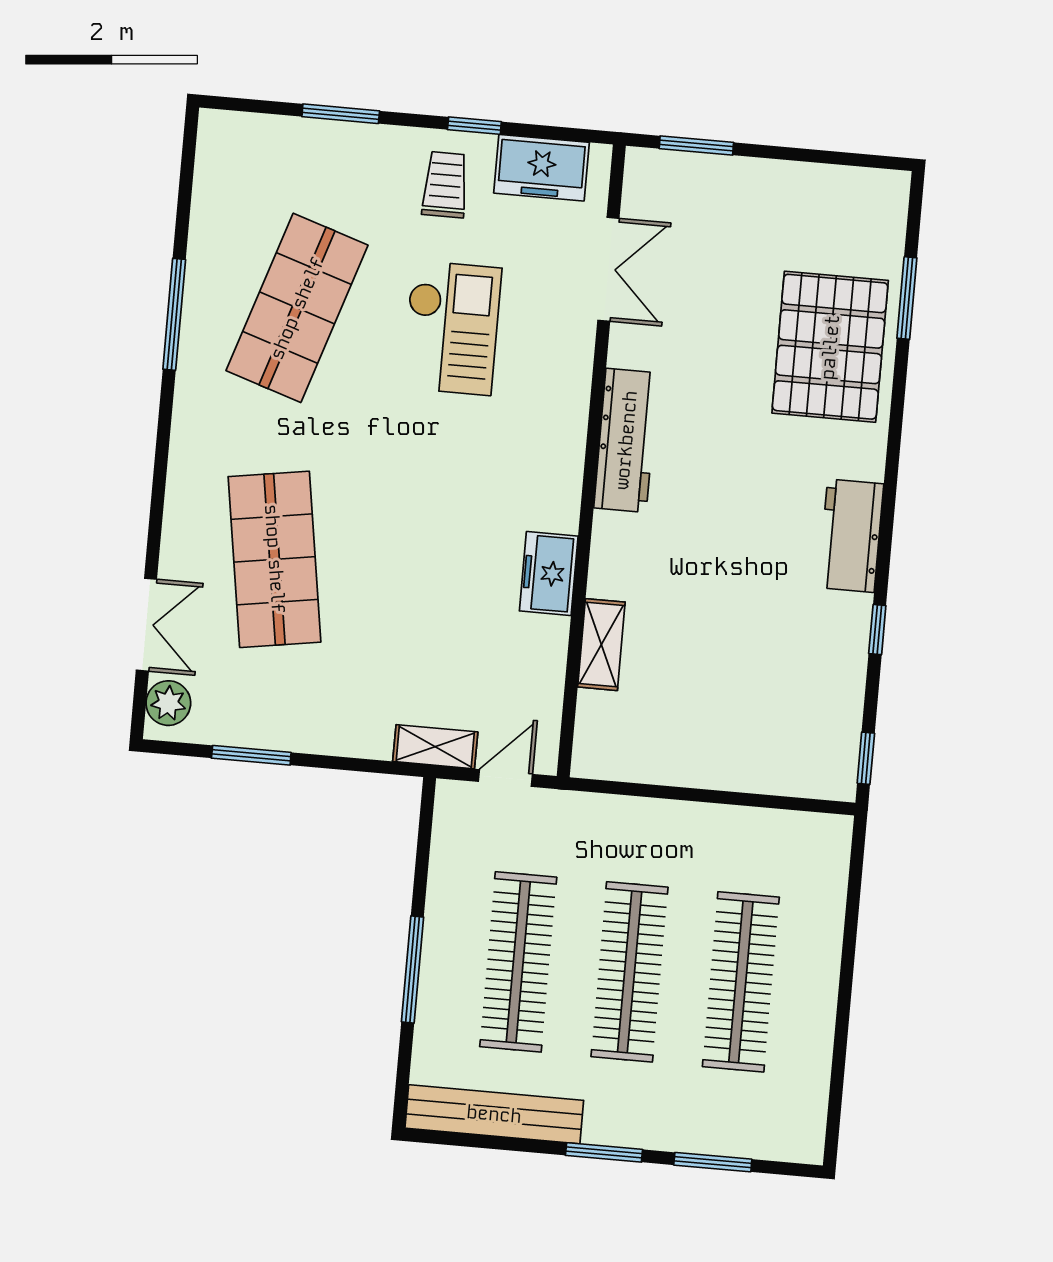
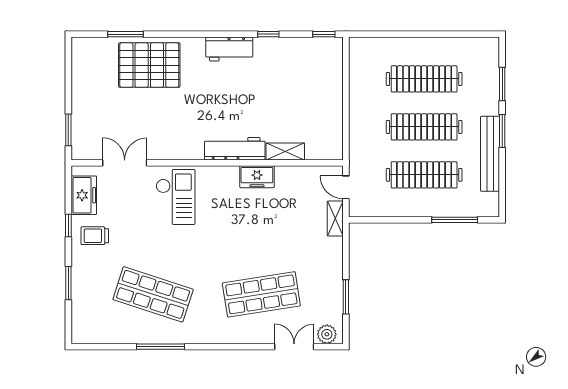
checkout: (452, 328) -> (176, 197), moved, turned 90
workbench: (626, 440) -> (235, 149), moved
window: (413, 969) -> (455, 220), moved
bench: (494, 1114) -> (490, 154), moved

